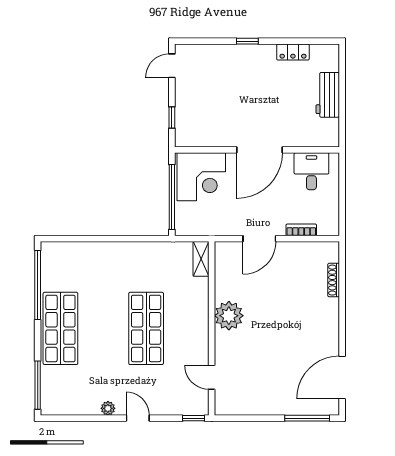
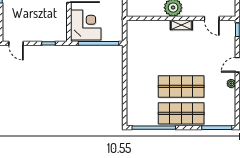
shelving: (201, 259) -> (181, 25), moved
shop shelf: (146, 328) -> (181, 86), moved
door: (212, 377) -> (212, 18), hinge flipped

